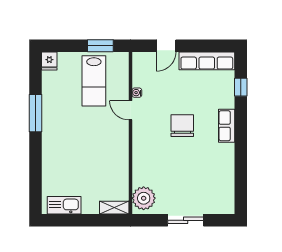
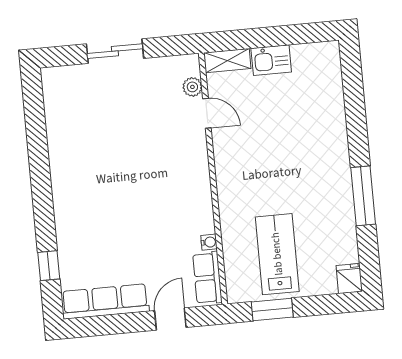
door: (130, 110) -> (207, 113), moved
chair: (182, 126) -> (134, 197), removed
row of seats: (227, 126) -> (207, 278), moved, turned 180
plant: (144, 198) -> (192, 87), width x0.53, depth x0.53
kitchen sink: (64, 205) -> (271, 60), moved, width x0.73

